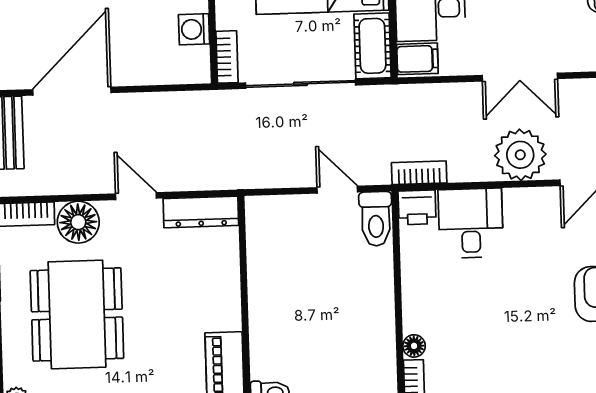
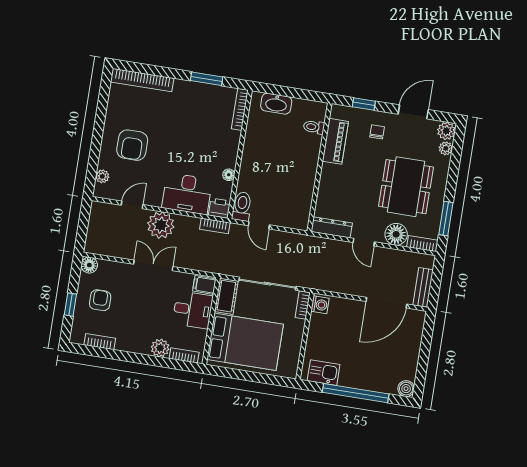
washing machine: (194, 29) -> (320, 305), moved
desk: (471, 223) -> (187, 194), width x1.37
floor lamp: (414, 346) -> (229, 175), moved

